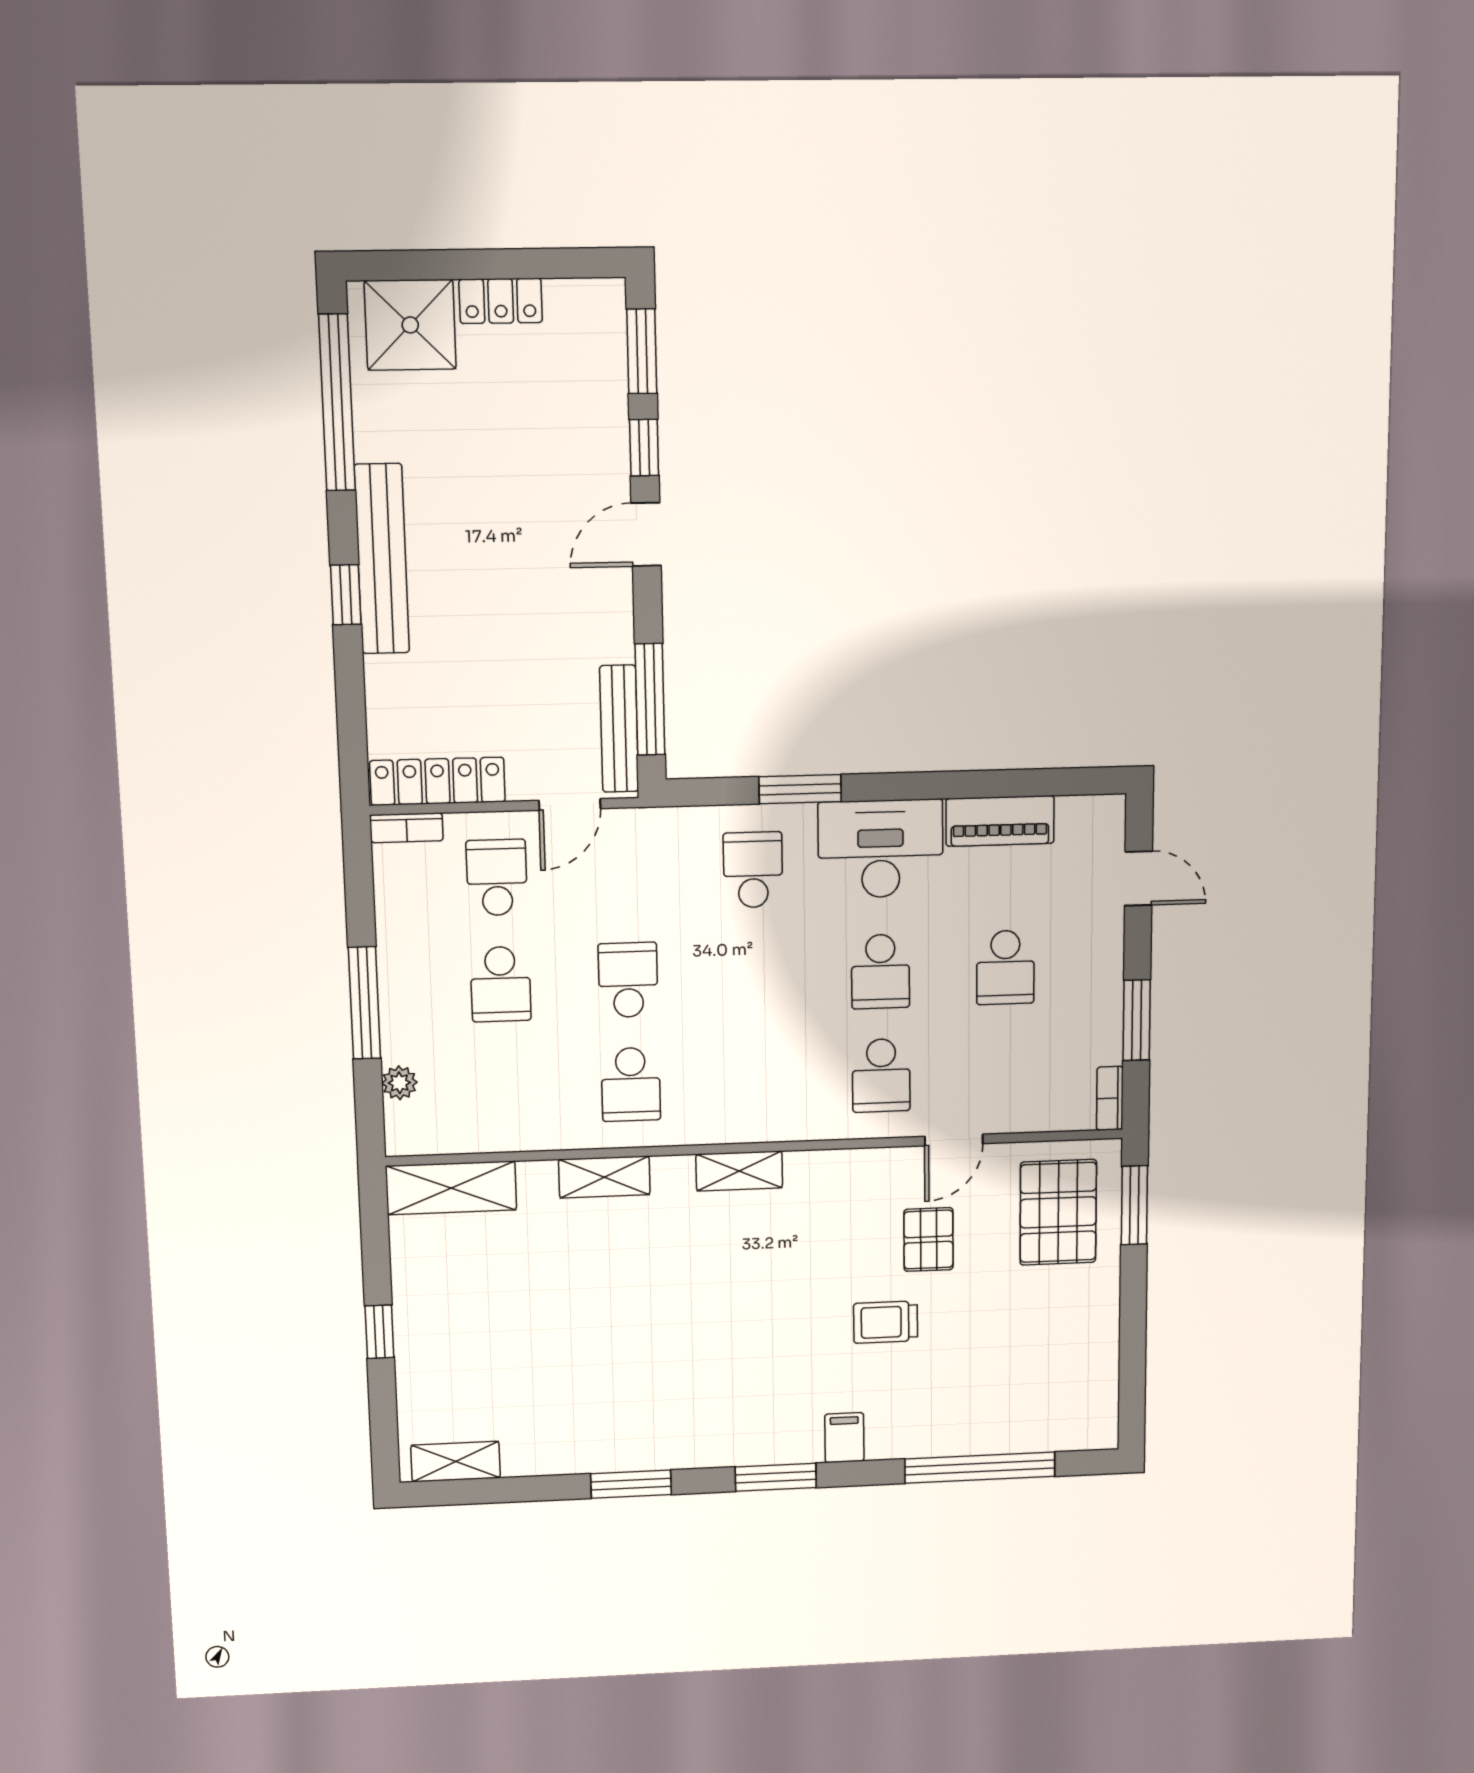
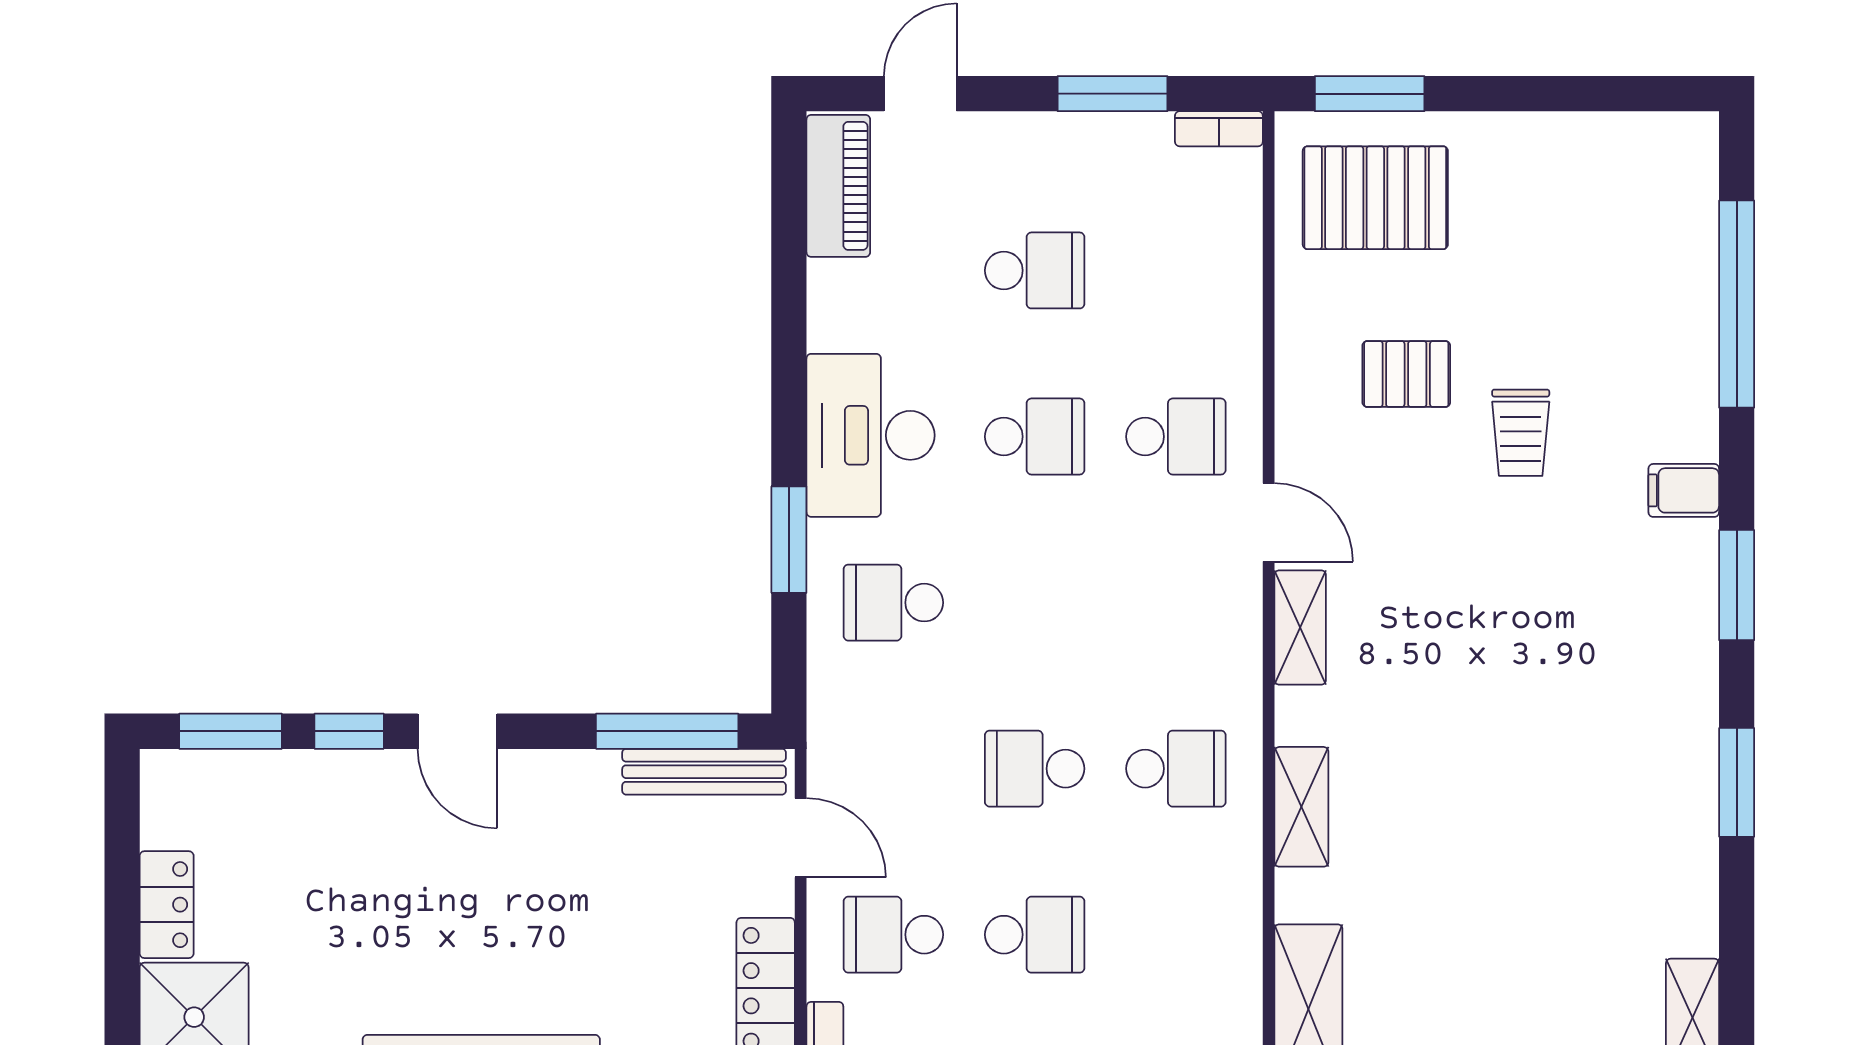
piano: (1000, 821) -> (838, 186), moved
door: (954, 1140) -> (1269, 522), moved

